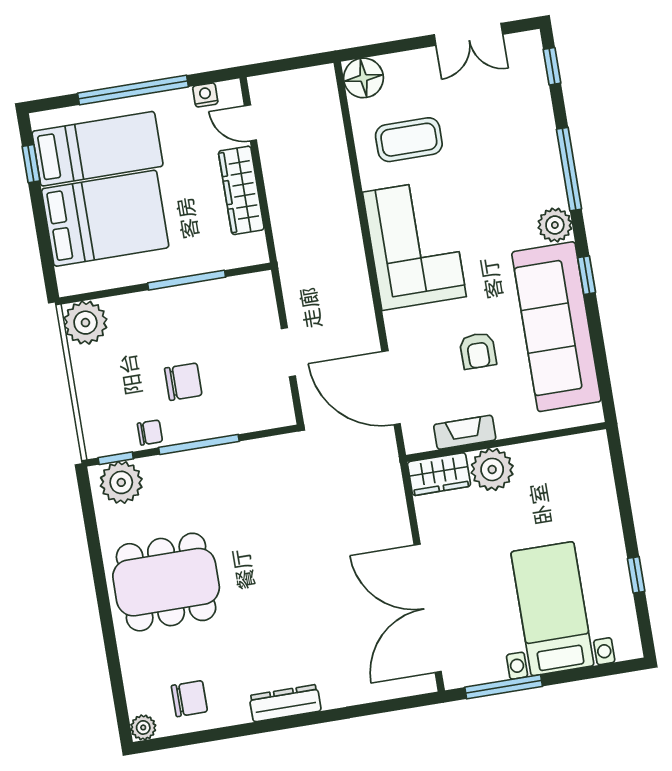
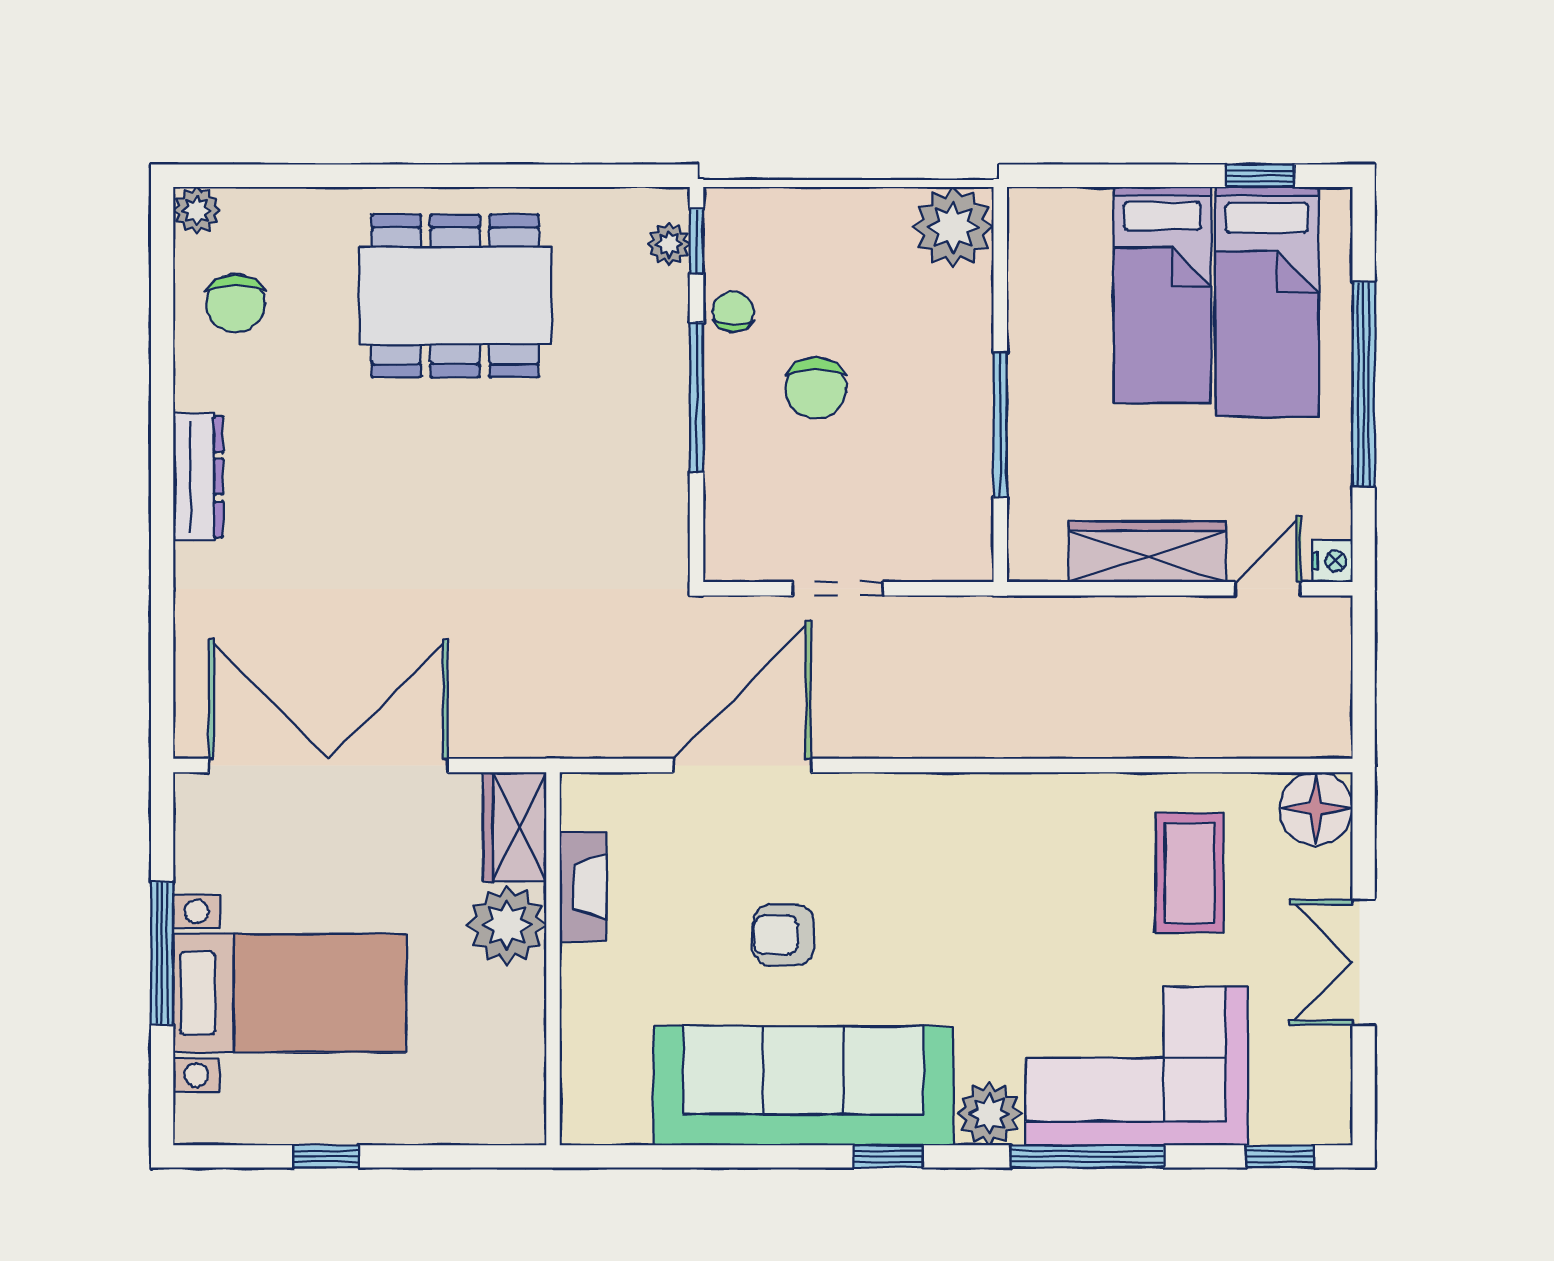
double door: (468, 34) -> (1364, 962), moved
nightstand: (205, 95) -> (1333, 561), moved
bed: (105, 218) -> (1162, 295), width x0.67
corner sofa: (414, 244) -> (1137, 1066), moved, turned 180
chair: (150, 432) -> (733, 312), turned 180
fireplace: (465, 432) -> (583, 887), moved
wall: (506, 442) -> (553, 959), moved
plant: (492, 469) -> (507, 925), moved
wardrobe: (439, 474) -> (515, 827), moved
plant: (121, 482) -> (669, 244), width x0.53, depth x0.53
dining table: (166, 582) -> (455, 296), turned 90
window: (504, 687) -> (162, 953), moved

